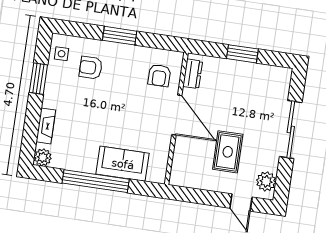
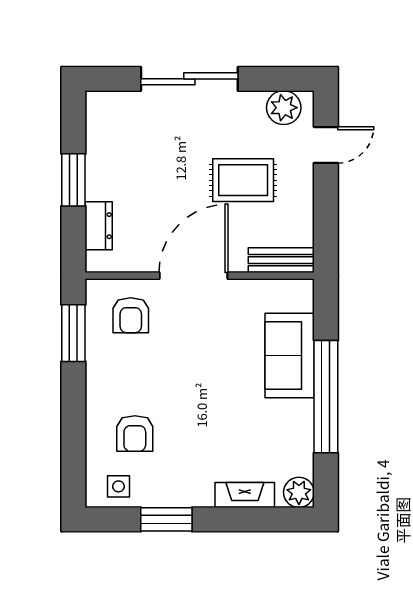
window: (120, 36) -> (73, 333), moved
dresser: (193, 74) -> (99, 226), moved, turned 90
armchair: (159, 75) -> (131, 315), turned 90
bench: (178, 167) -> (281, 260), added

